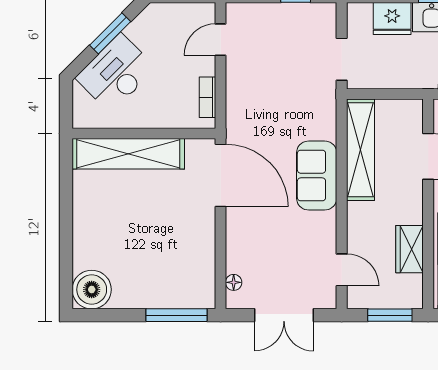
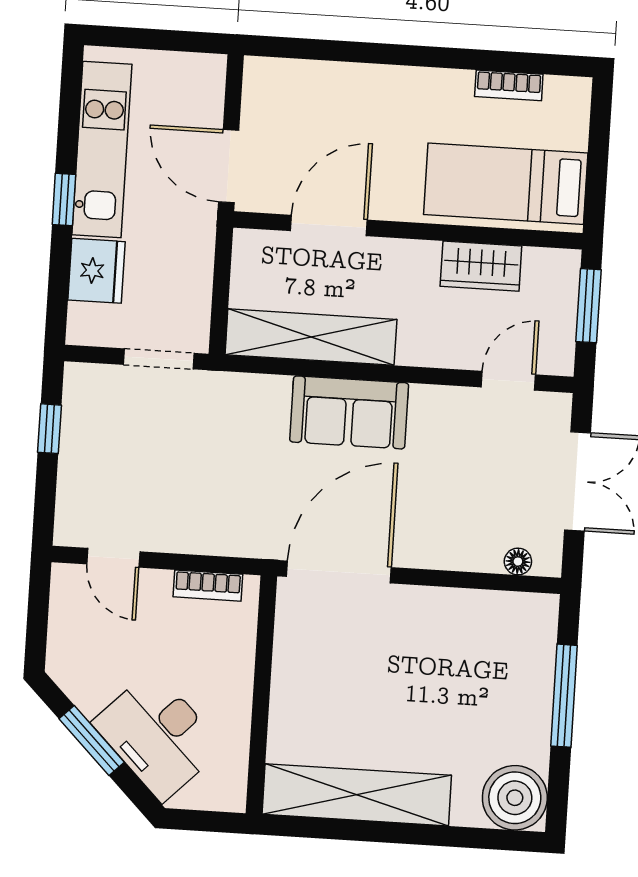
shelving: (128, 154) -> (357, 795), moved, turned 90
window: (177, 315) -> (564, 696), moved

